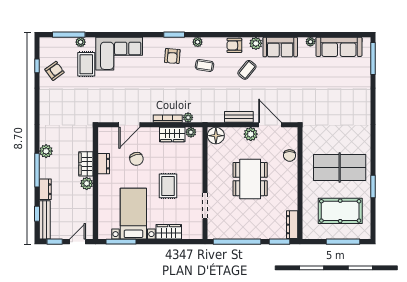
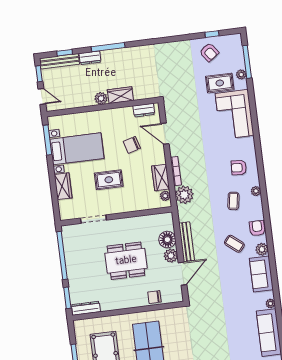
window: (174, 35) -> (260, 167), removed
plant: (188, 117) -> (184, 195), width x1.87, depth x1.87
bench: (239, 117) -> (186, 242), width x1.36
floor lamp: (216, 136) -> (167, 240), moved
plant: (46, 151) -> (128, 54), removed
dresser: (104, 164) -> (144, 110), moved

